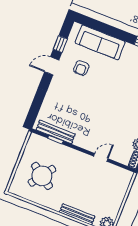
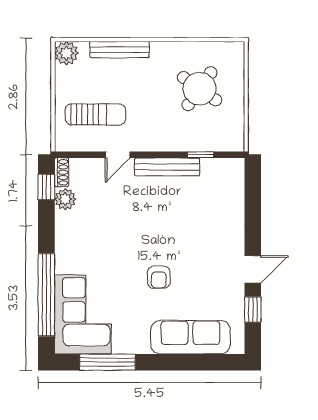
armchair: (81, 68) -> (159, 277), moved, turned 180
bench: (56, 132) -> (167, 167), moved
sun lounger: (104, 184) -> (95, 114), added

